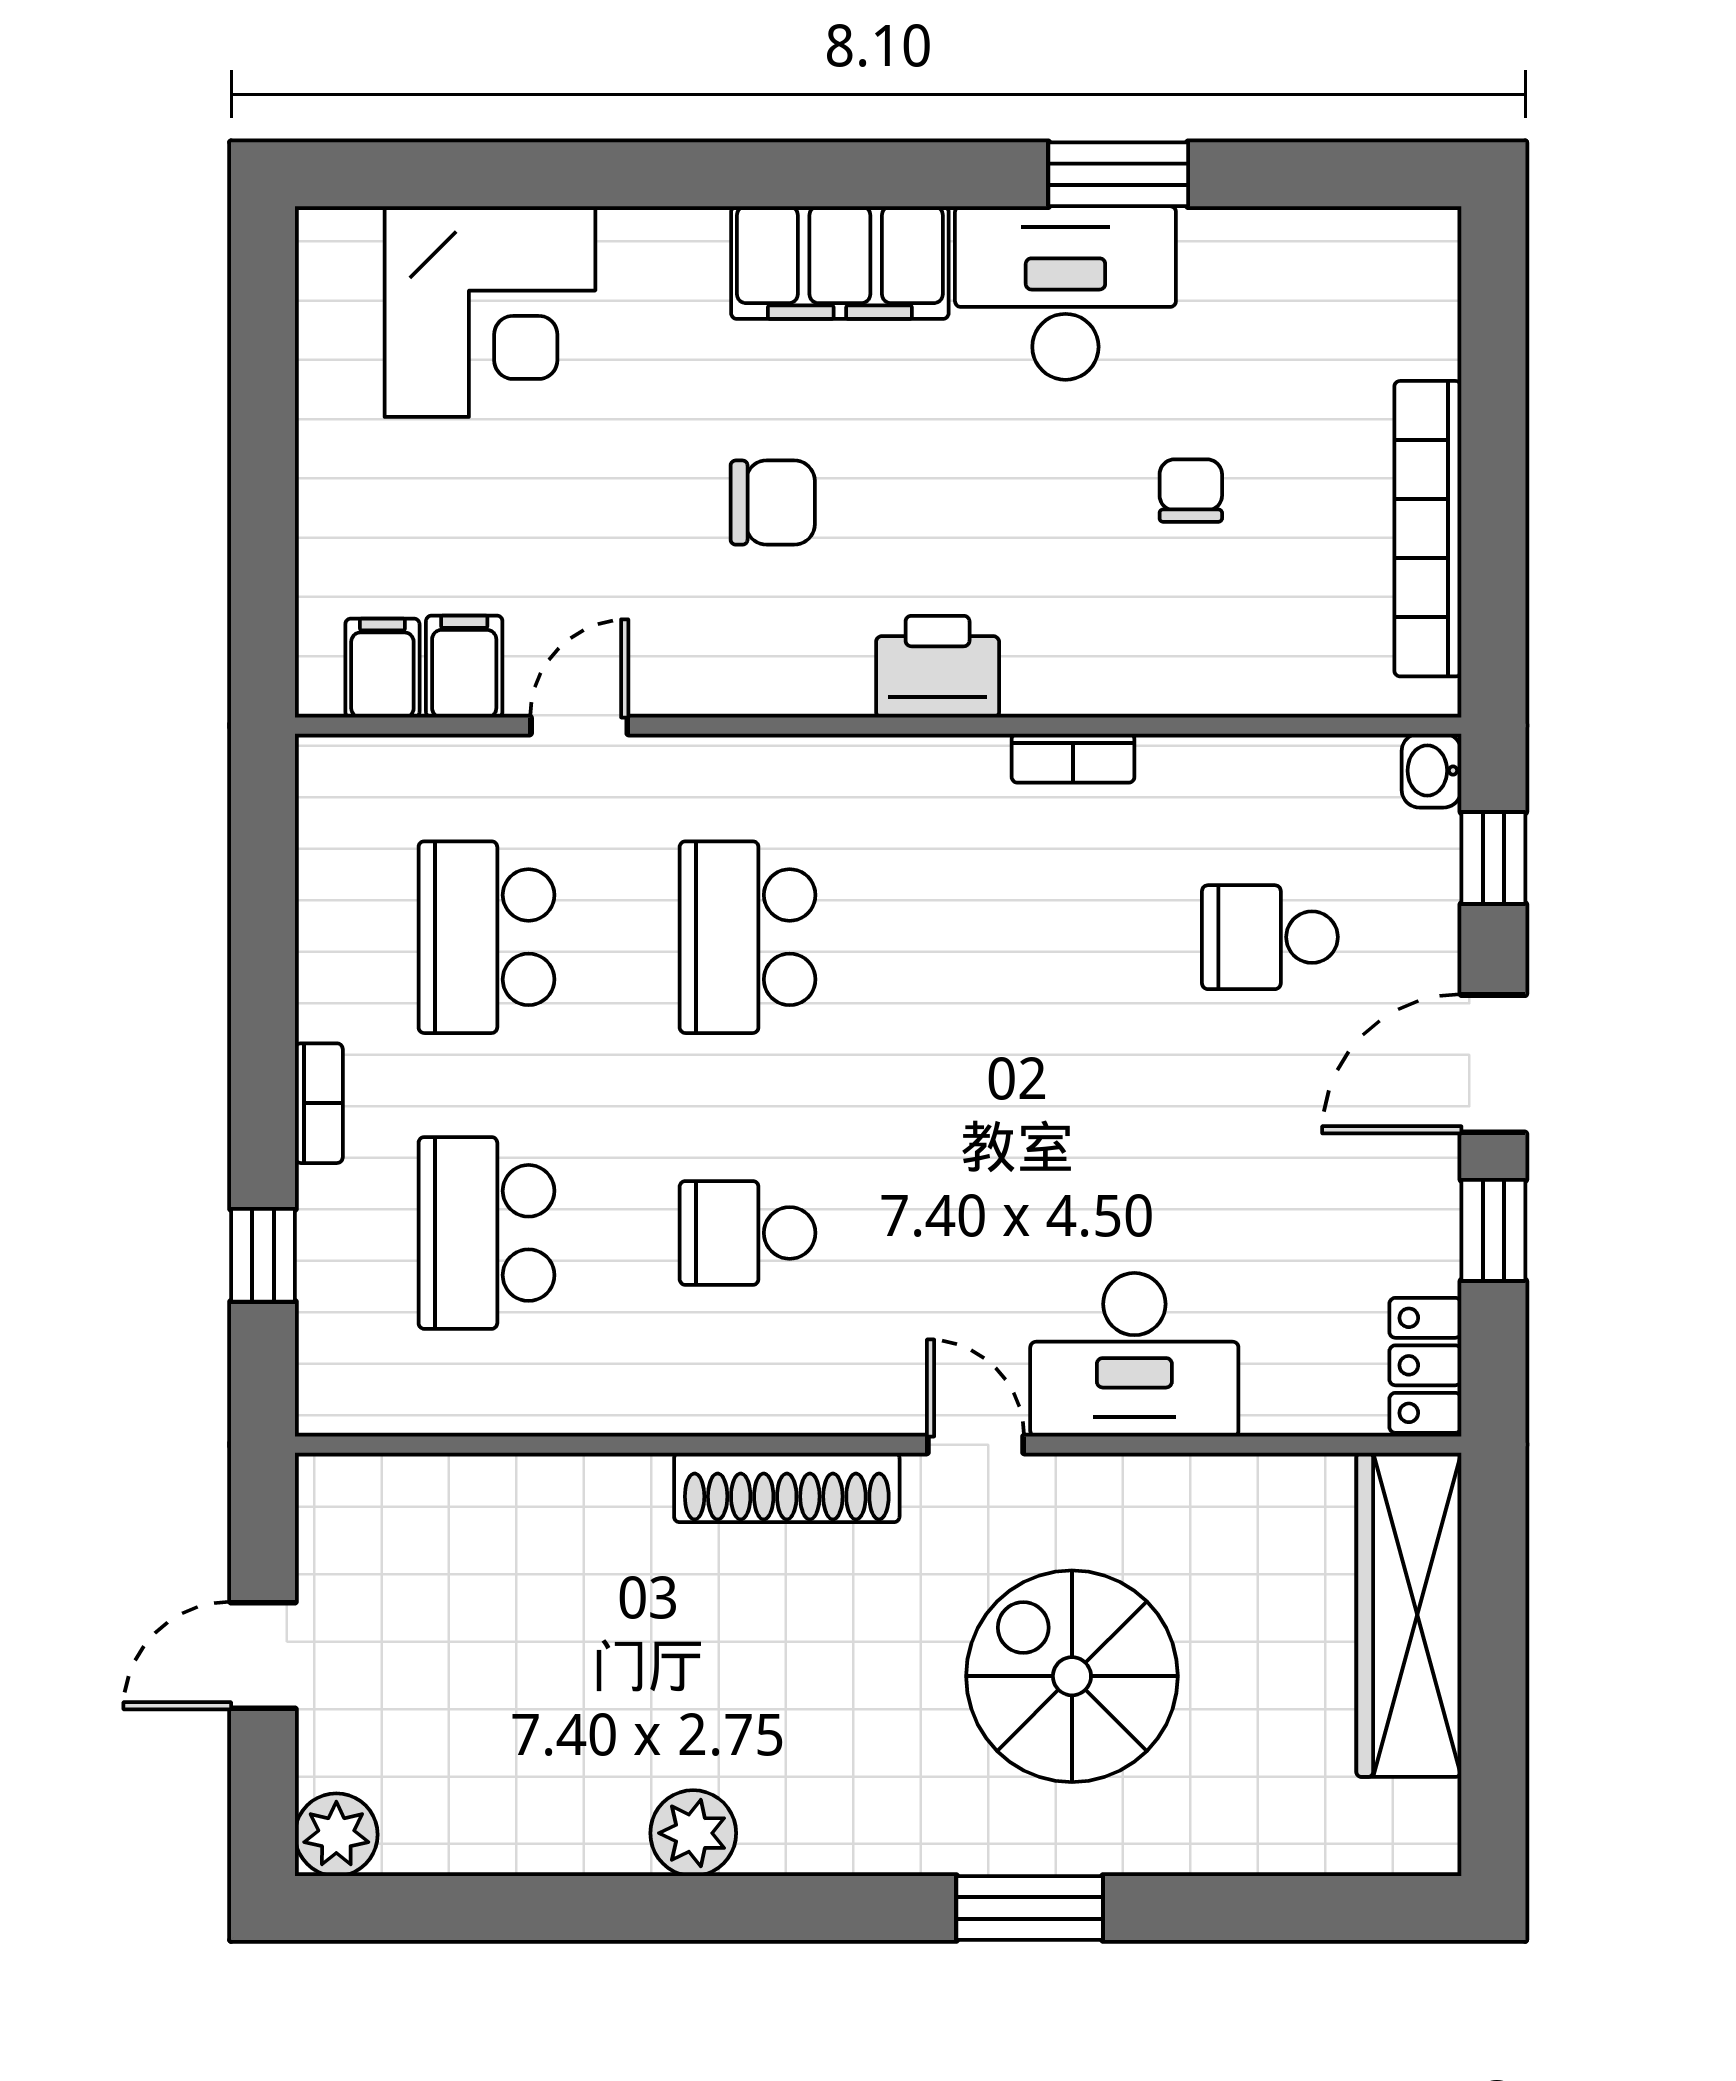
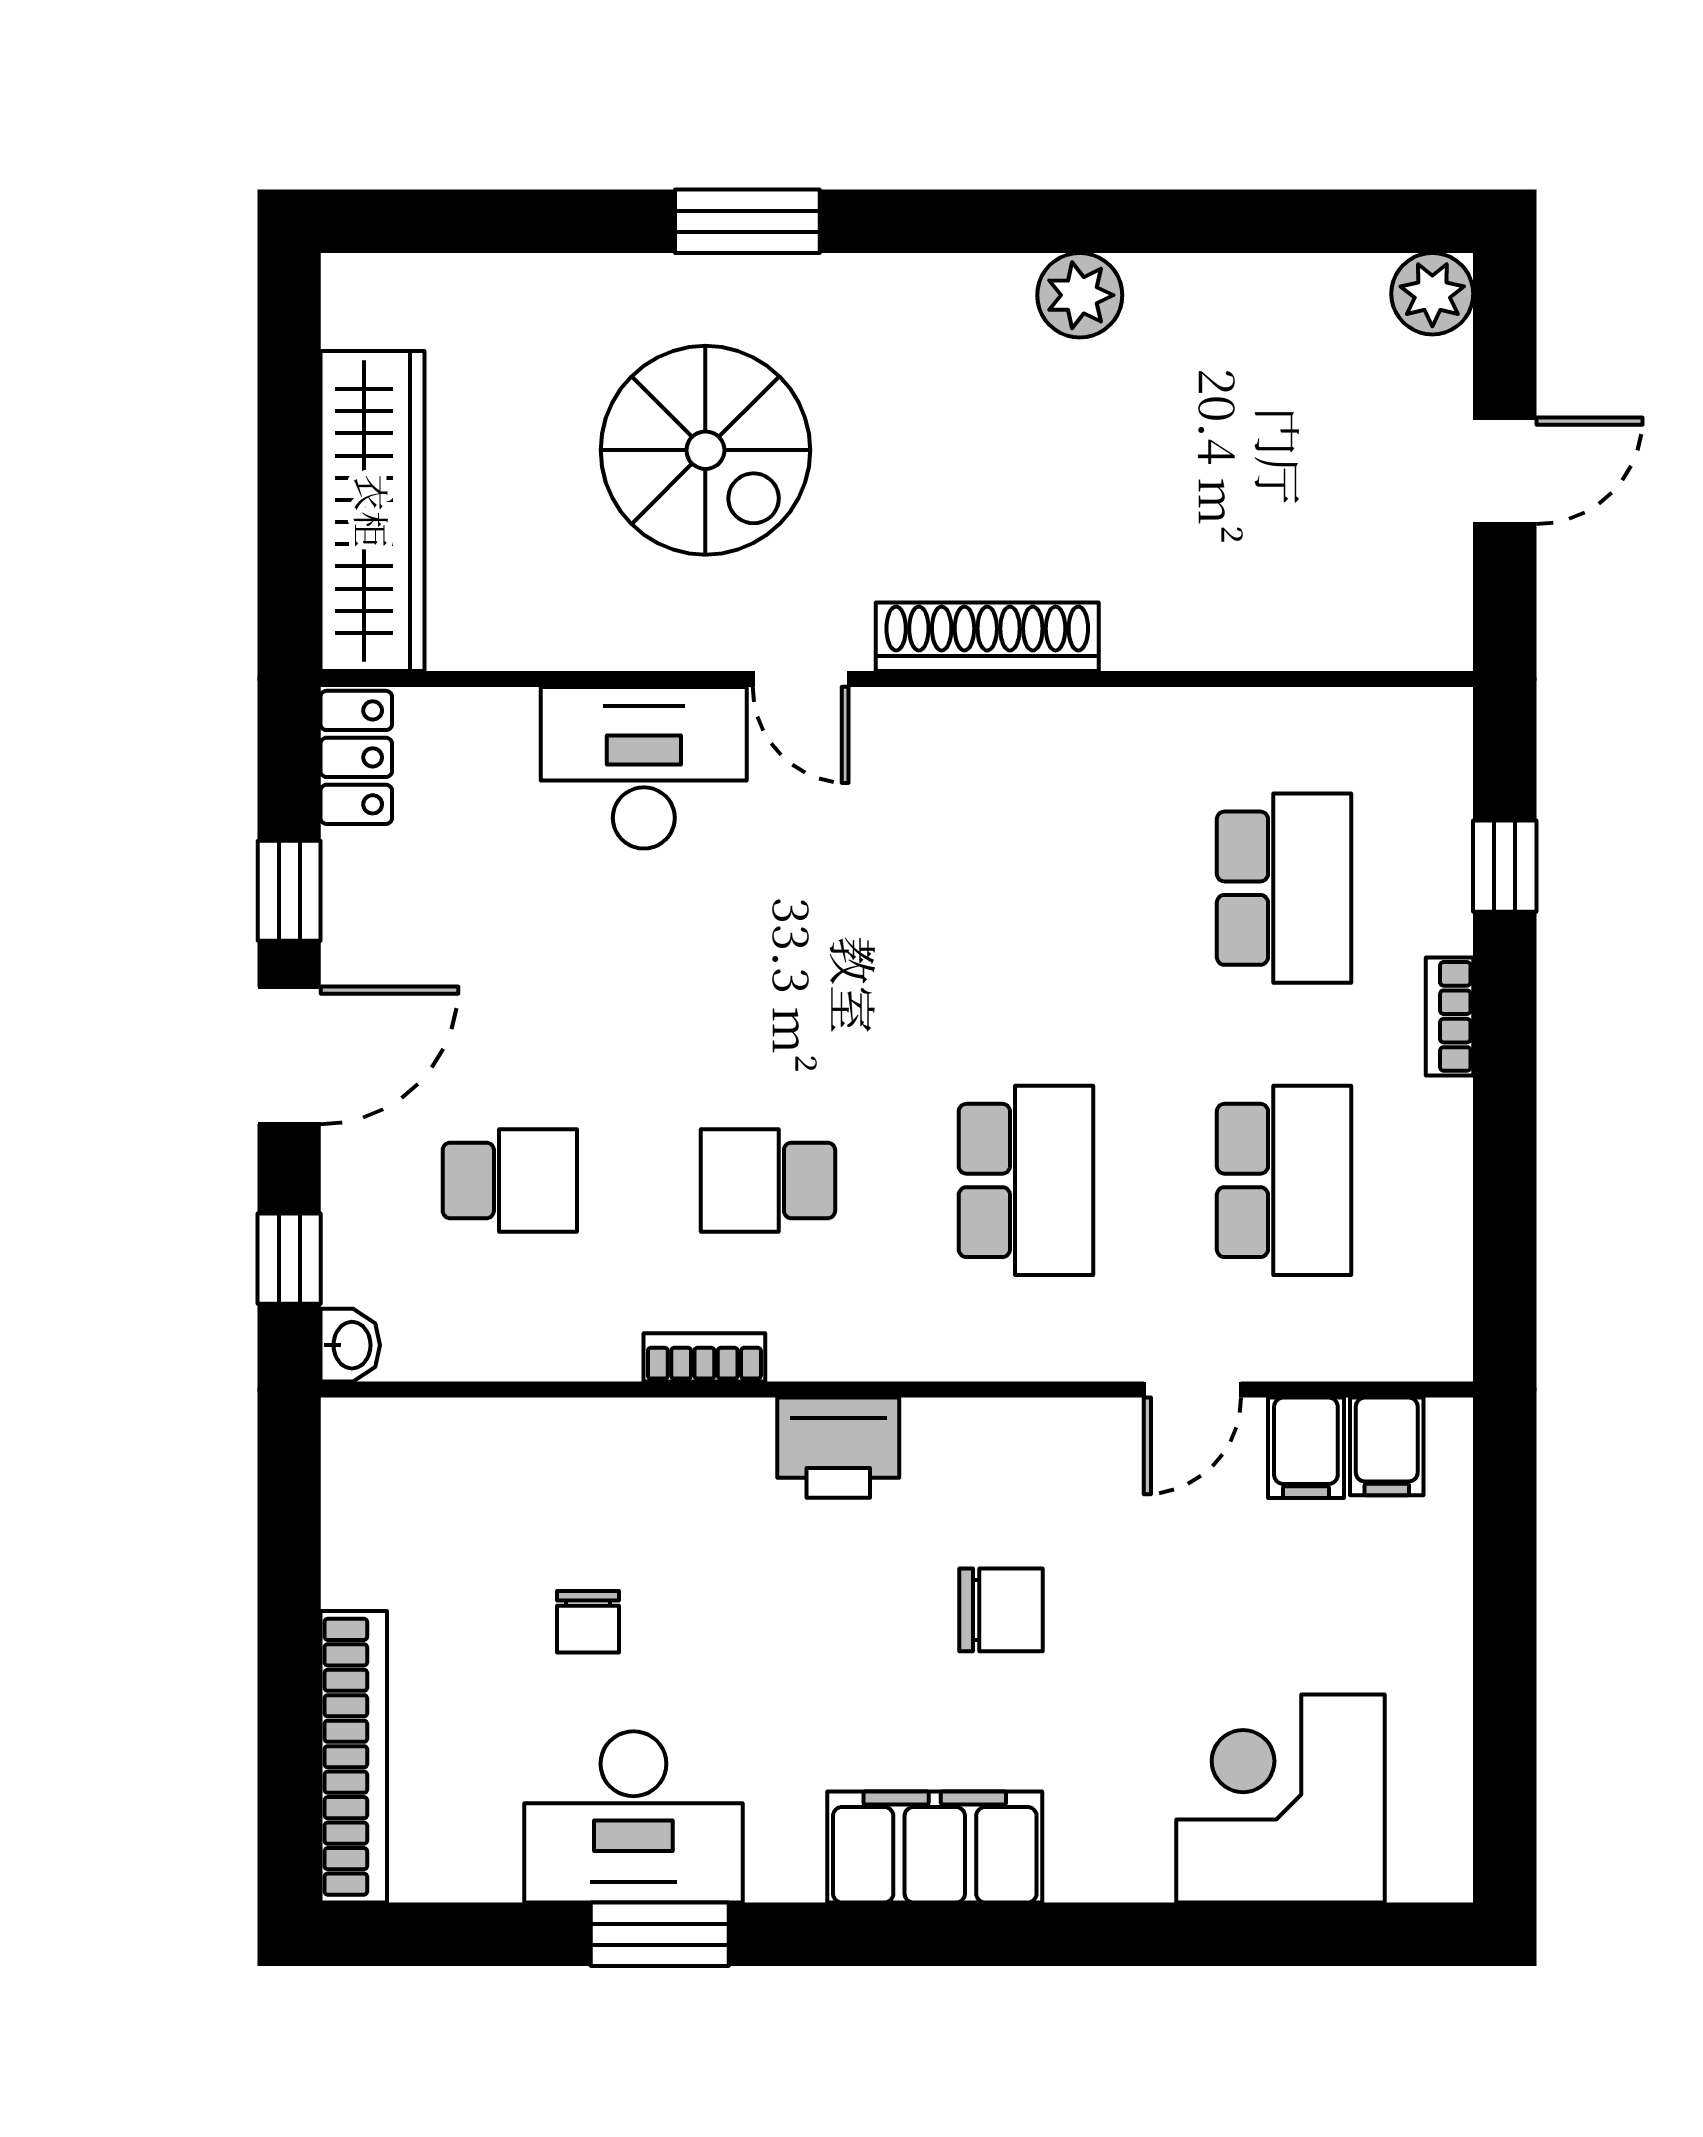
desk: (1065, 293) -> (633, 1817), moved
chair: (773, 503) -> (1001, 1610), turned 180
bookcase: (1428, 529) -> (354, 1757), moved
school desk: (748, 1233) -> (768, 1180), moved, turned 180

